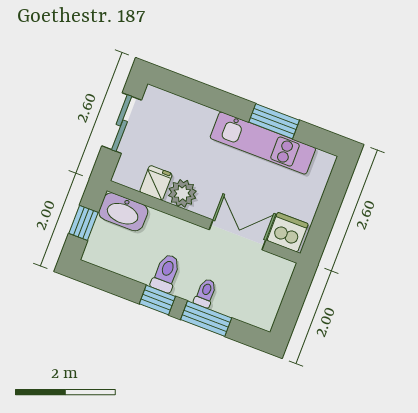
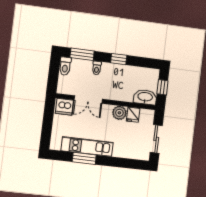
toilet: (166, 273) -> (65, 66), moved
window: (206, 319) -> (82, 54), moved

